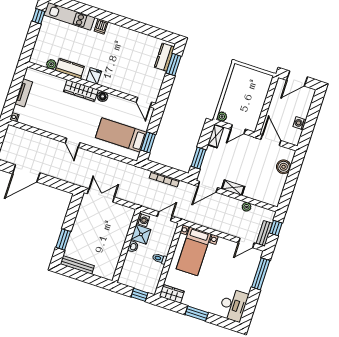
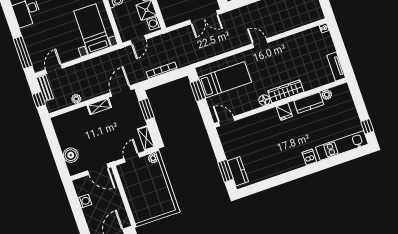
tv unit: (24, 93) -> (336, 67), moved

